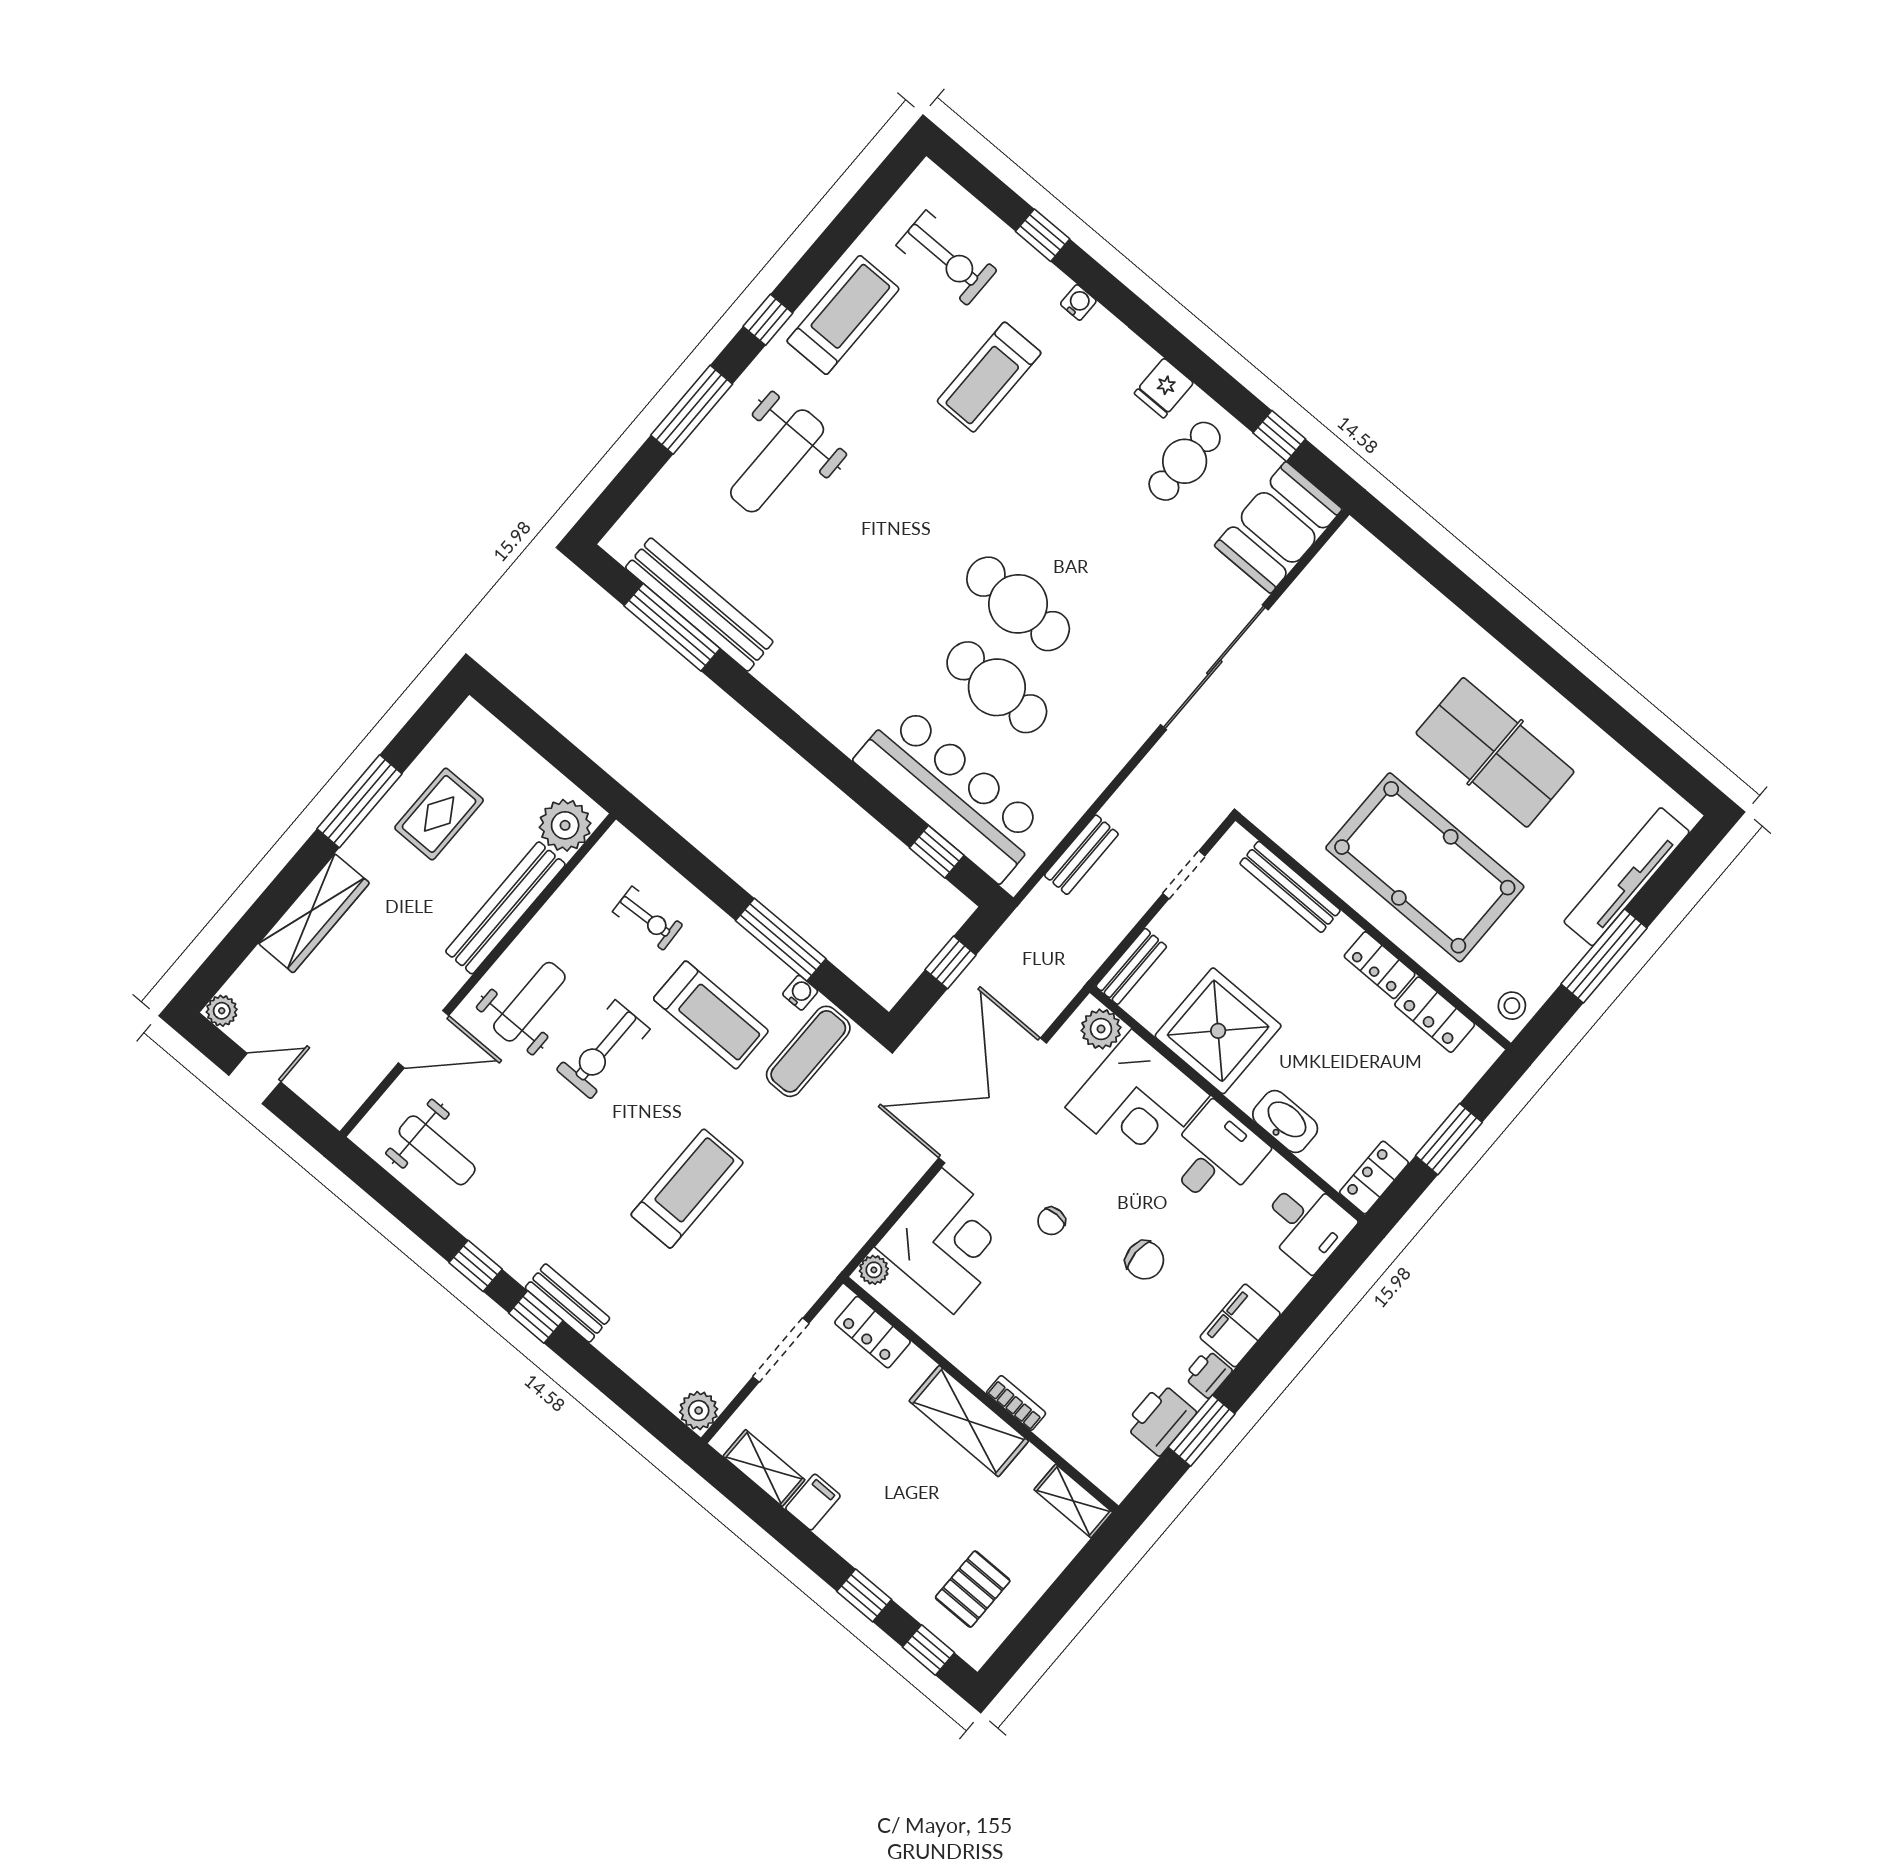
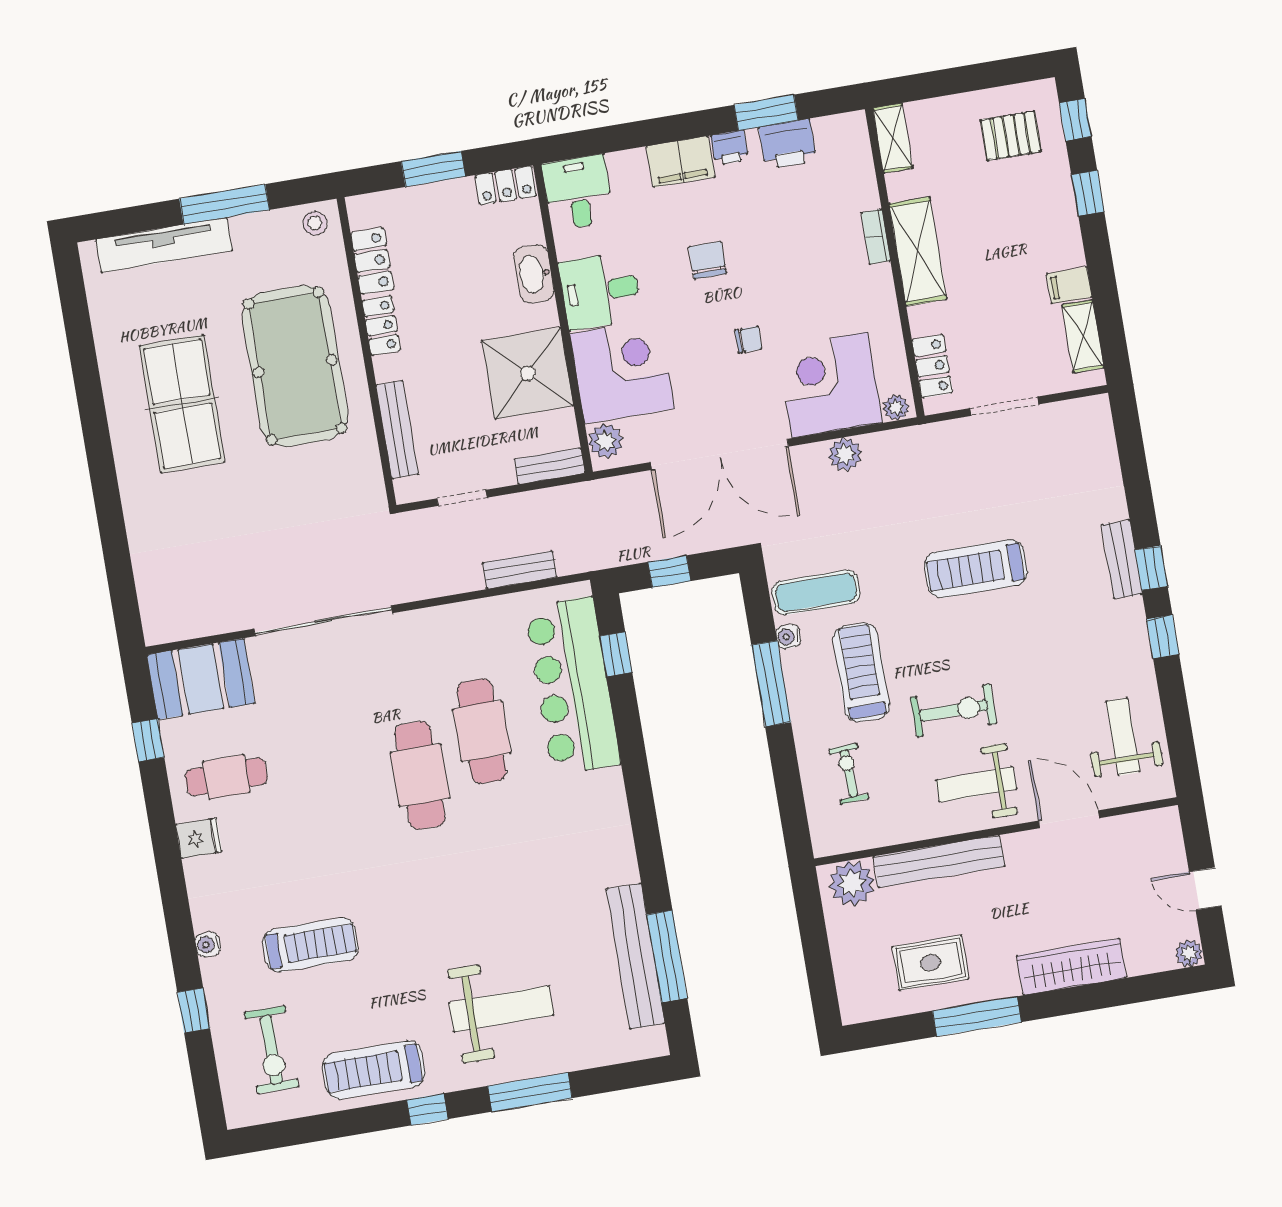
exercise bike: (947, 258) -> (271, 1050), turned 180
plant: (699, 1411) -> (845, 454), moved

